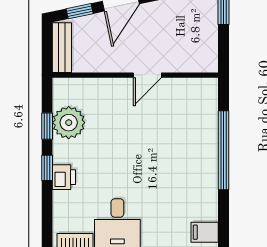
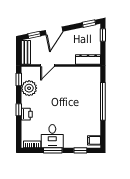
dresser: (192, 62) -> (88, 59), added
door: (147, 75) -> (47, 66), moved
window: (47, 126) -> (19, 80), moved

